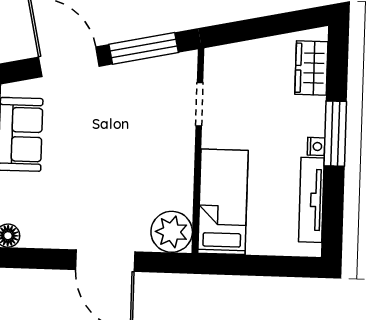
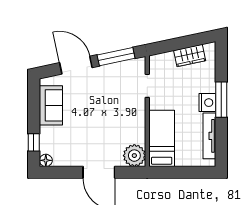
wardrobe: (311, 68) -> (190, 56), moved, turned -102
nightstand: (316, 146) -> (207, 103), width x1.89, depth x1.79

